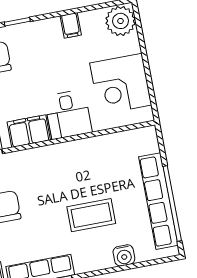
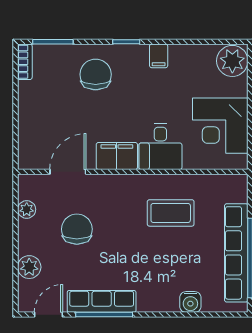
filing cabinet: (71, 25) -> (159, 56), moved
coffee table: (91, 215) -> (171, 213), moved

